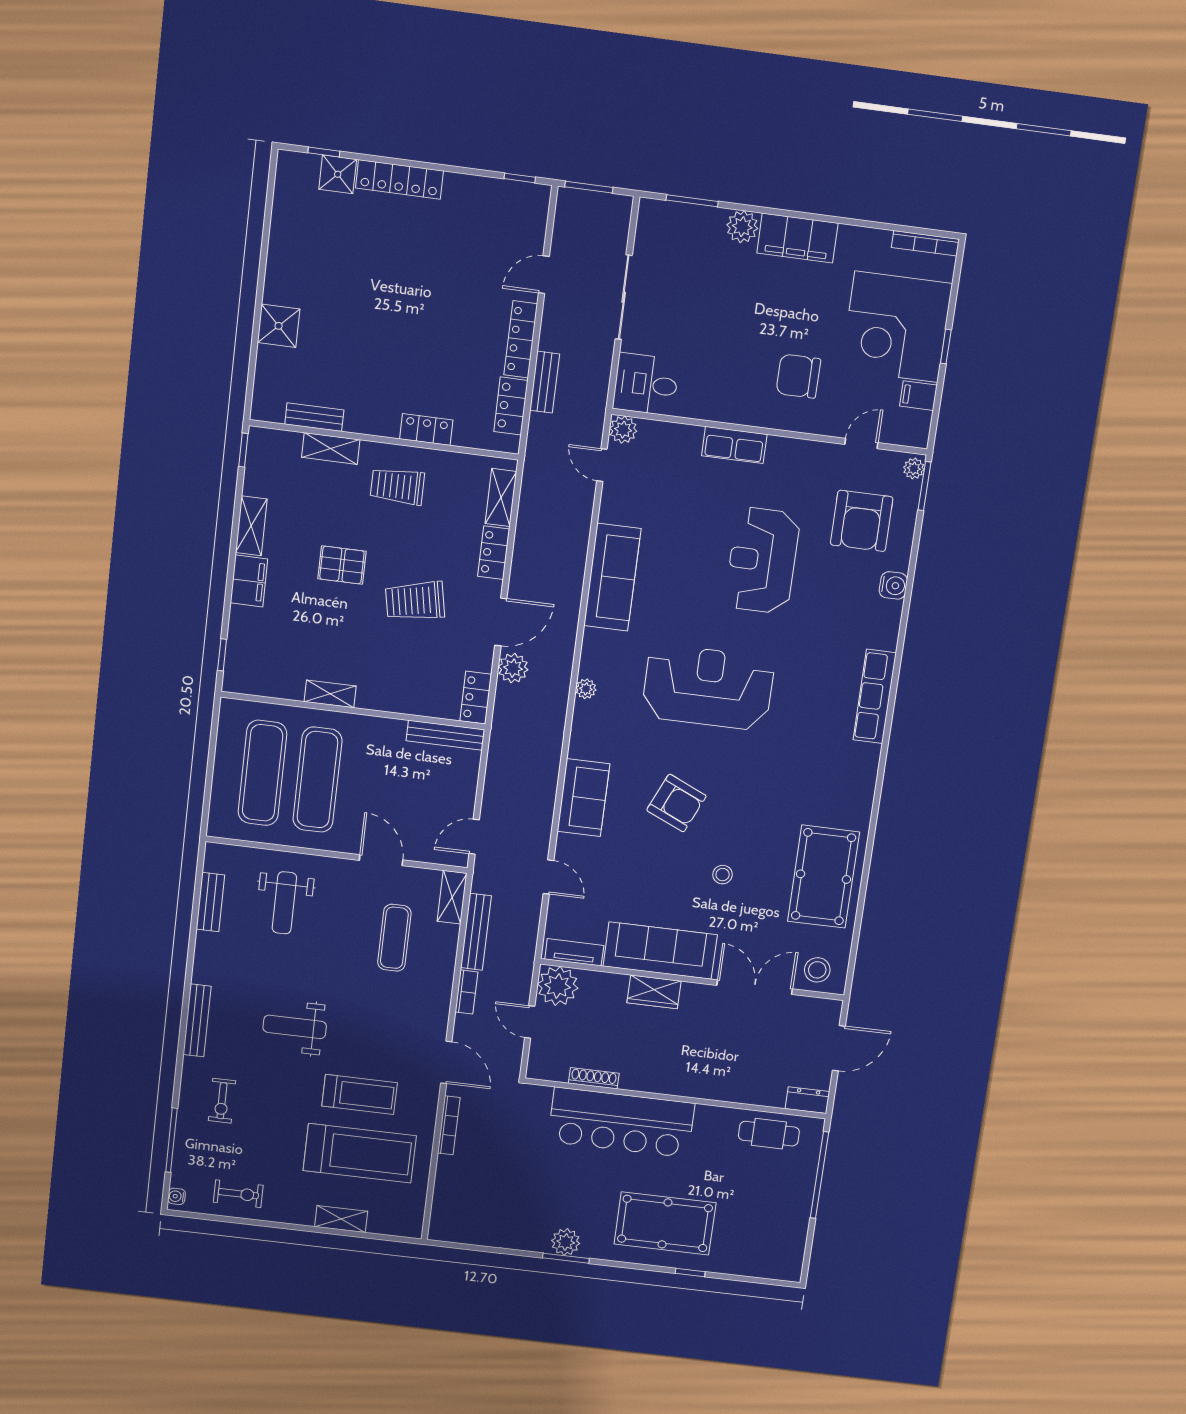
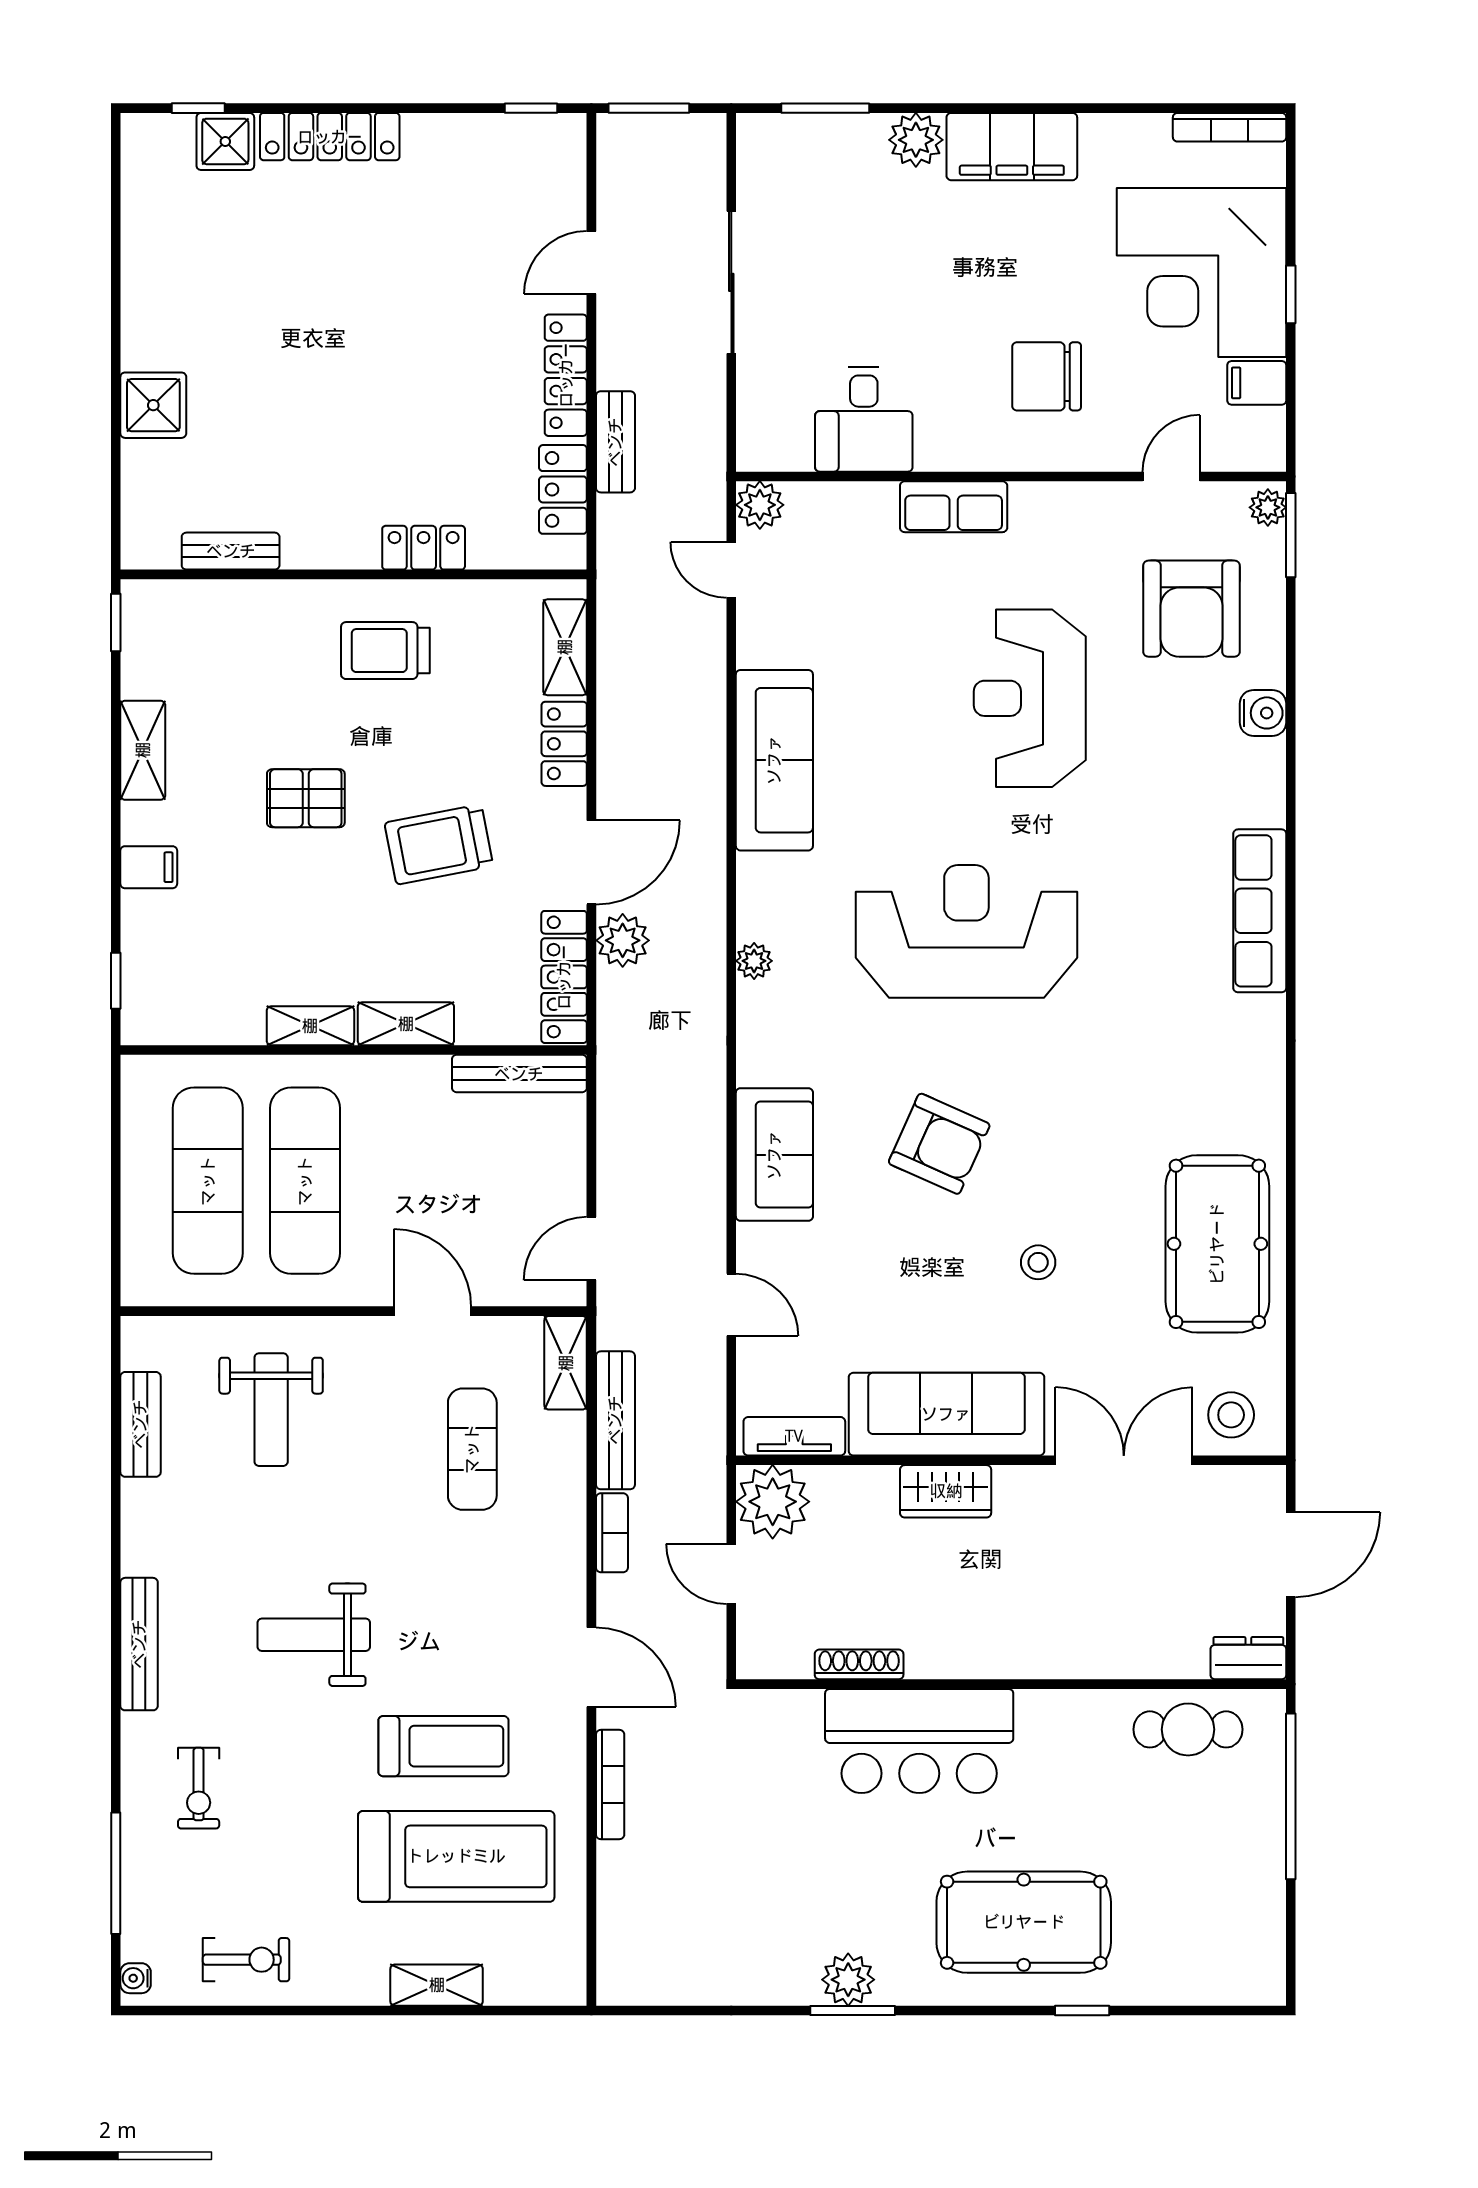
desk: (646, 384) -> (864, 419), moved, turned -90
shelving: (331, 448) -> (406, 1024), moved
filing cabinet: (249, 581) -> (149, 867), width x0.50
locker: (476, 698) -> (564, 977), width x1.53
bar counter: (621, 1122) -> (919, 1741), width x0.73

